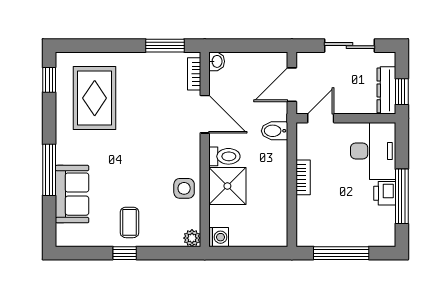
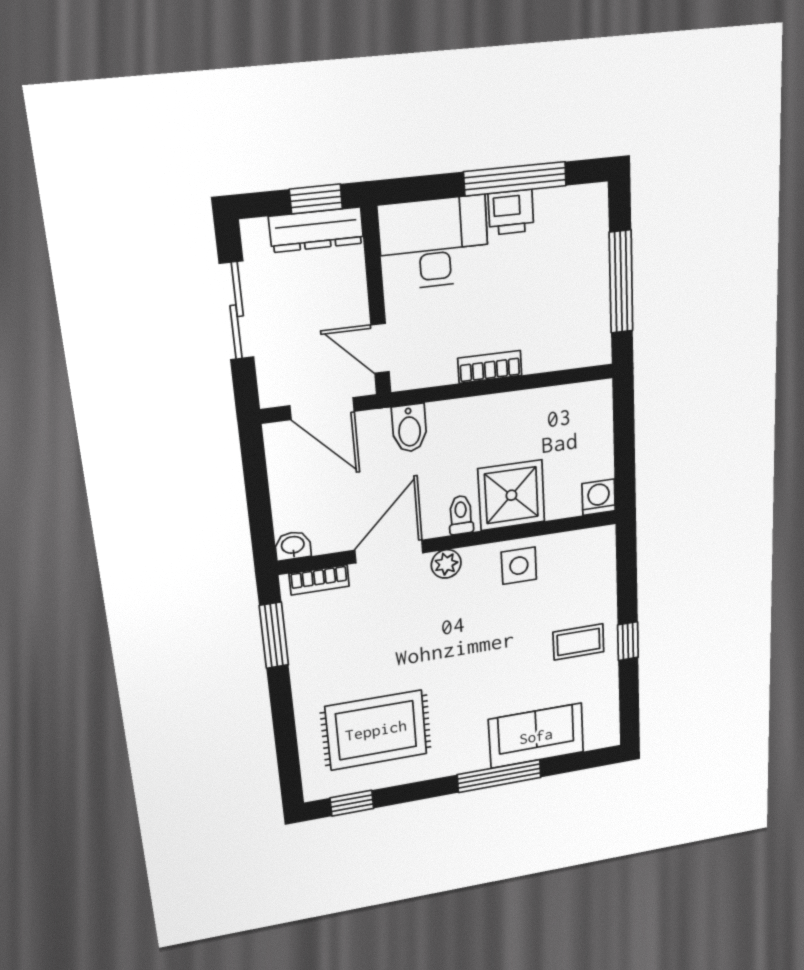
toilet: (224, 156) -> (461, 515), width x0.73, depth x0.72
plant: (192, 238) -> (446, 564), moved

